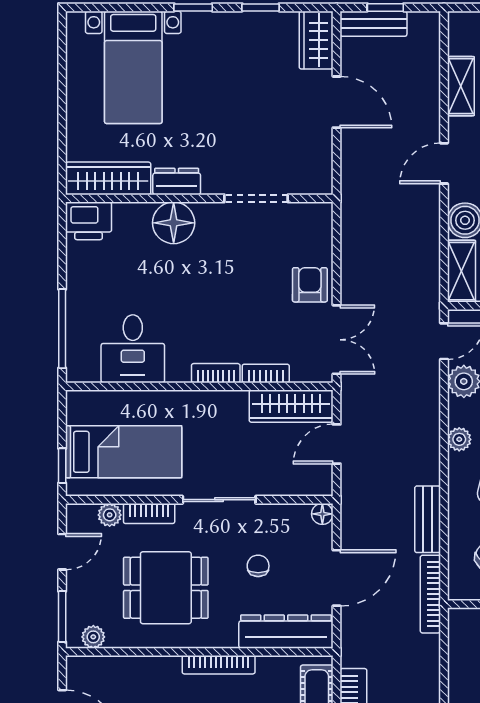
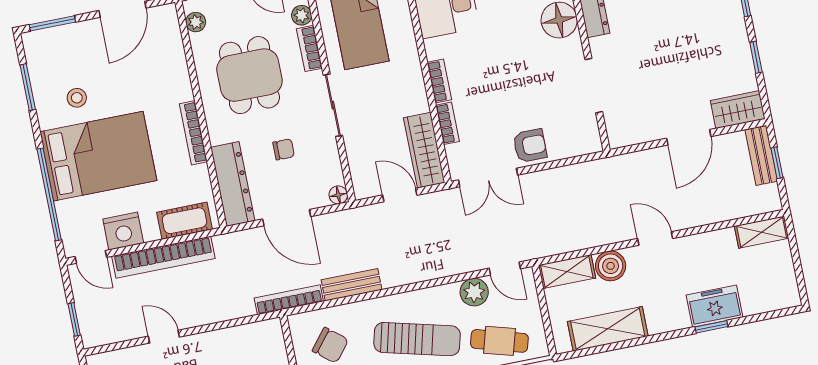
shelving: (461, 86) -> (762, 232), moved
plant: (459, 439) -> (424, 298), removed

